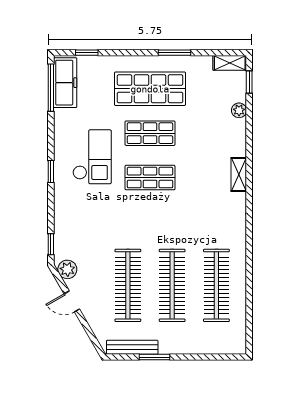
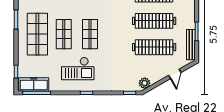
checkout: (92, 157) -> (78, 68), turned 180
door: (72, 301) -> (175, 74), moved

